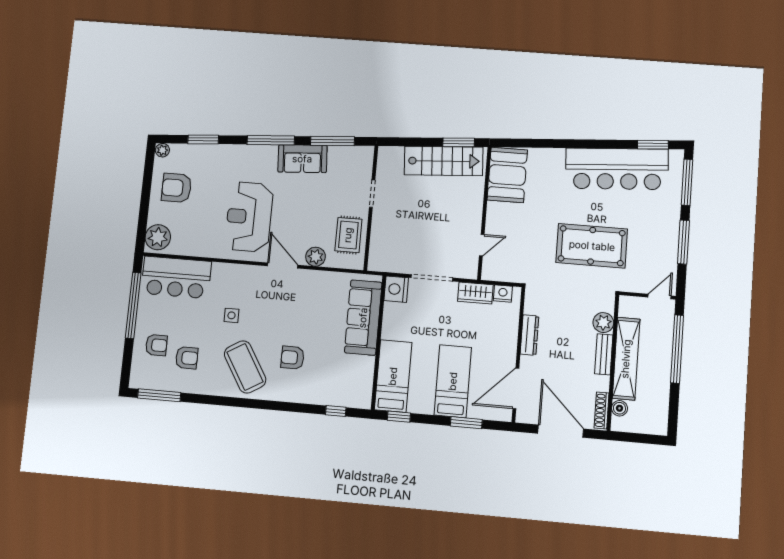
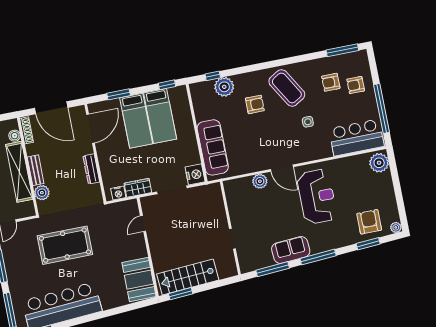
armchair: (176, 188) -> (369, 222), moved, turned -90
rug: (348, 235) -> (241, 204), removed
bed: (393, 376) -> (160, 116), moved
plant: (325, 392) -> (224, 87), added

